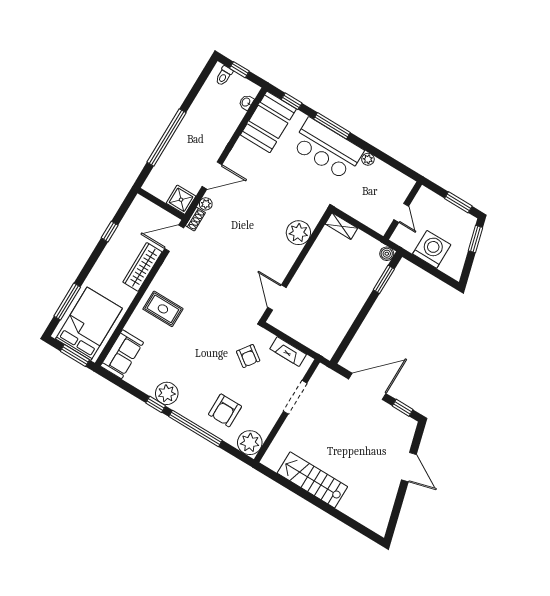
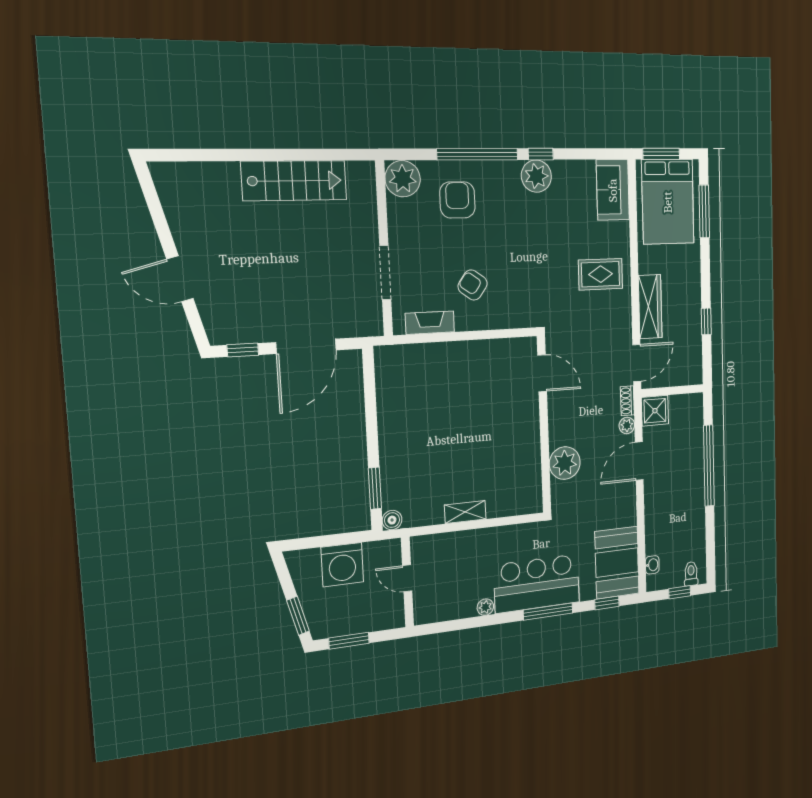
plant: (298, 233) -> (565, 463), moved
wall: (296, 266) -> (544, 425), moved
door: (277, 298) -> (542, 373), moved

